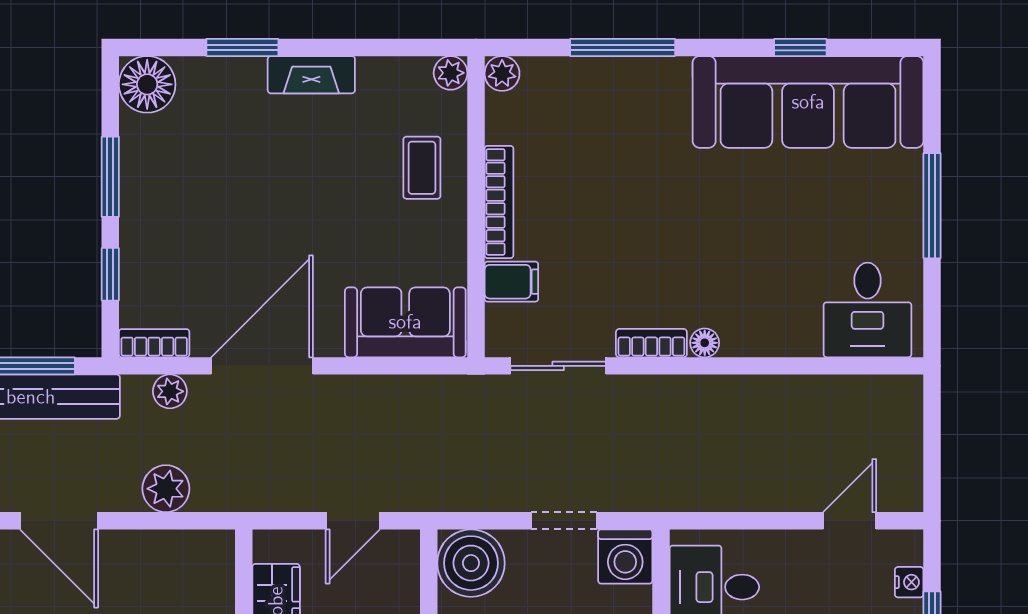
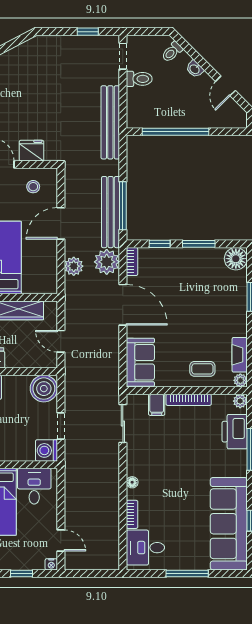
fireplace: (311, 75) -> (240, 355), moved
printer: (578, 87) -> (235, 432), added
bookcase: (651, 343) -> (132, 514), moved
plant: (170, 391) -> (107, 262), width x1.88, depth x1.88
nightstand: (909, 582) -> (51, 564), moved

